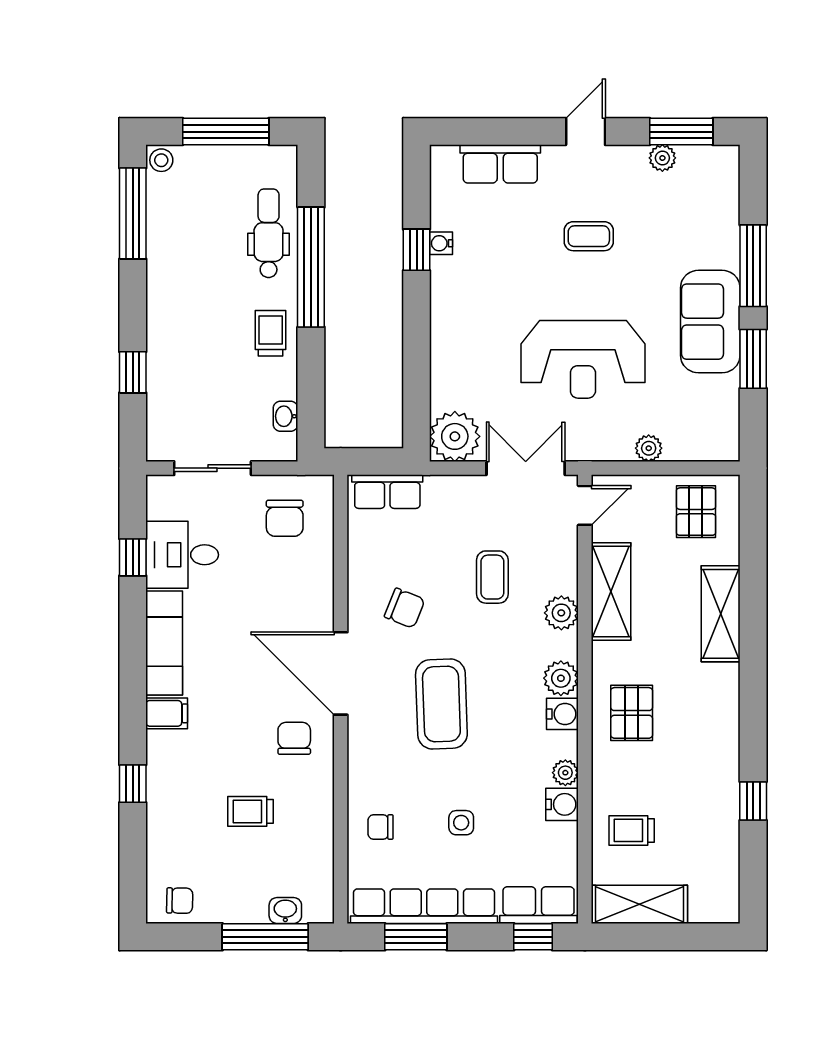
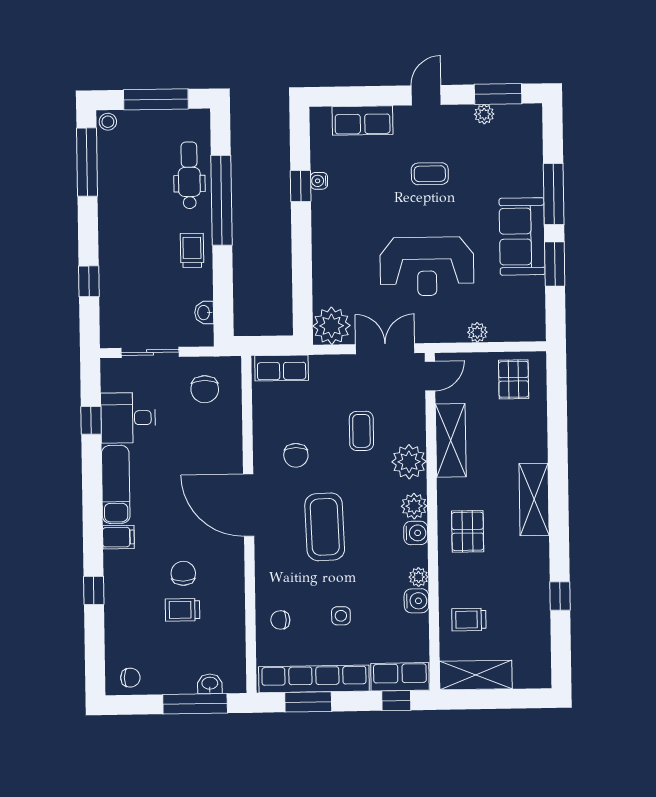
chair: (405, 608) -> (296, 455), turned 68
plant: (561, 613) -> (409, 462), width x1.36, depth x1.36
shelving: (721, 614) -> (534, 499), moved
chair: (294, 738) -> (183, 573), moved

